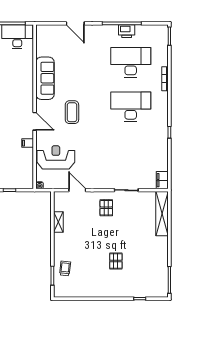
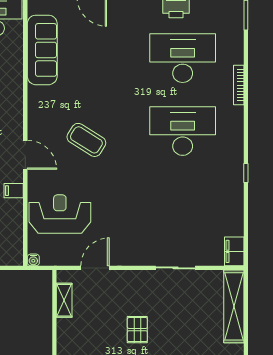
sofa: (45, 78) -> (42, 50), moved
coffee table: (72, 112) -> (86, 140), turned -58
door: (77, 190) -> (95, 268), hinge flipped
pallet: (106, 208) -> (137, 330), moved
shelving: (58, 222) -> (64, 300), moved

